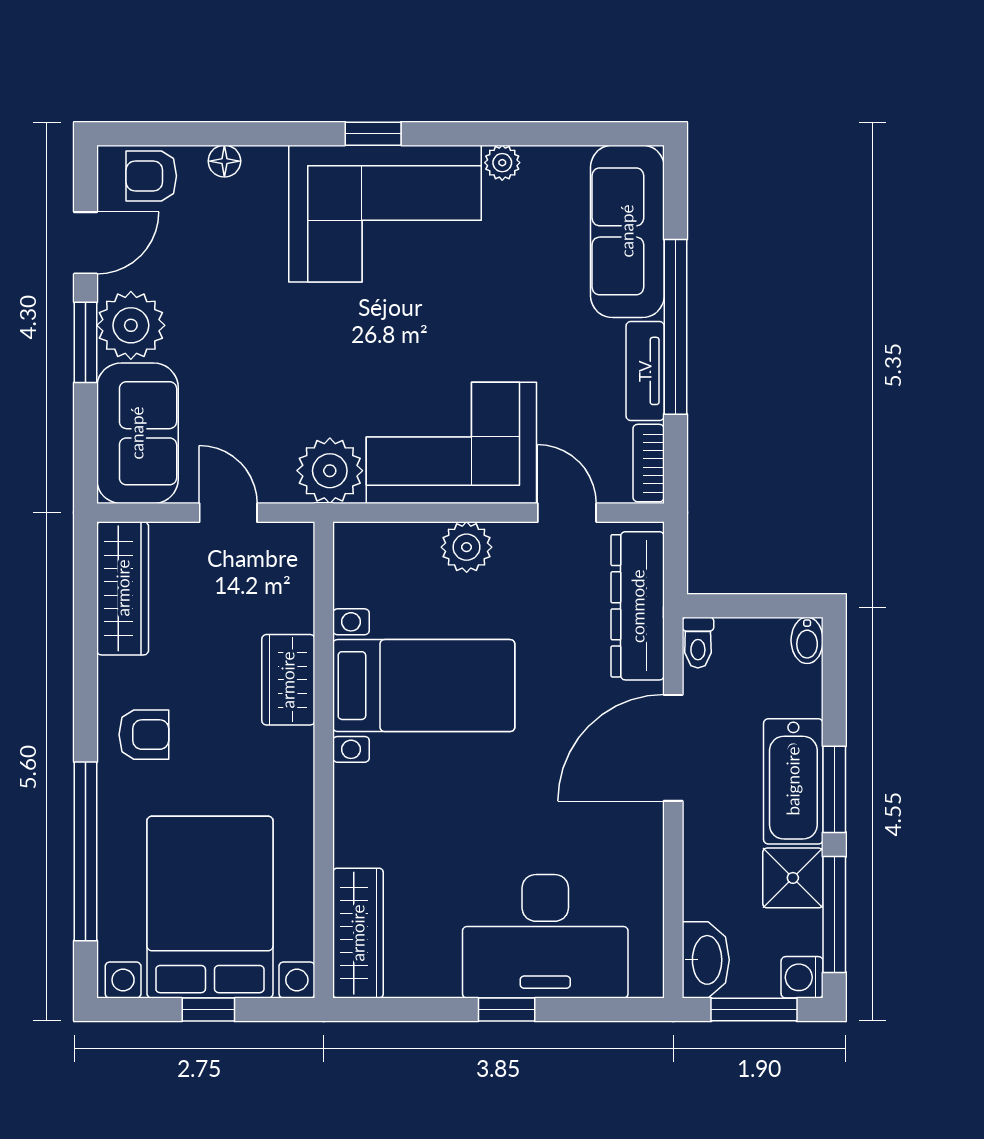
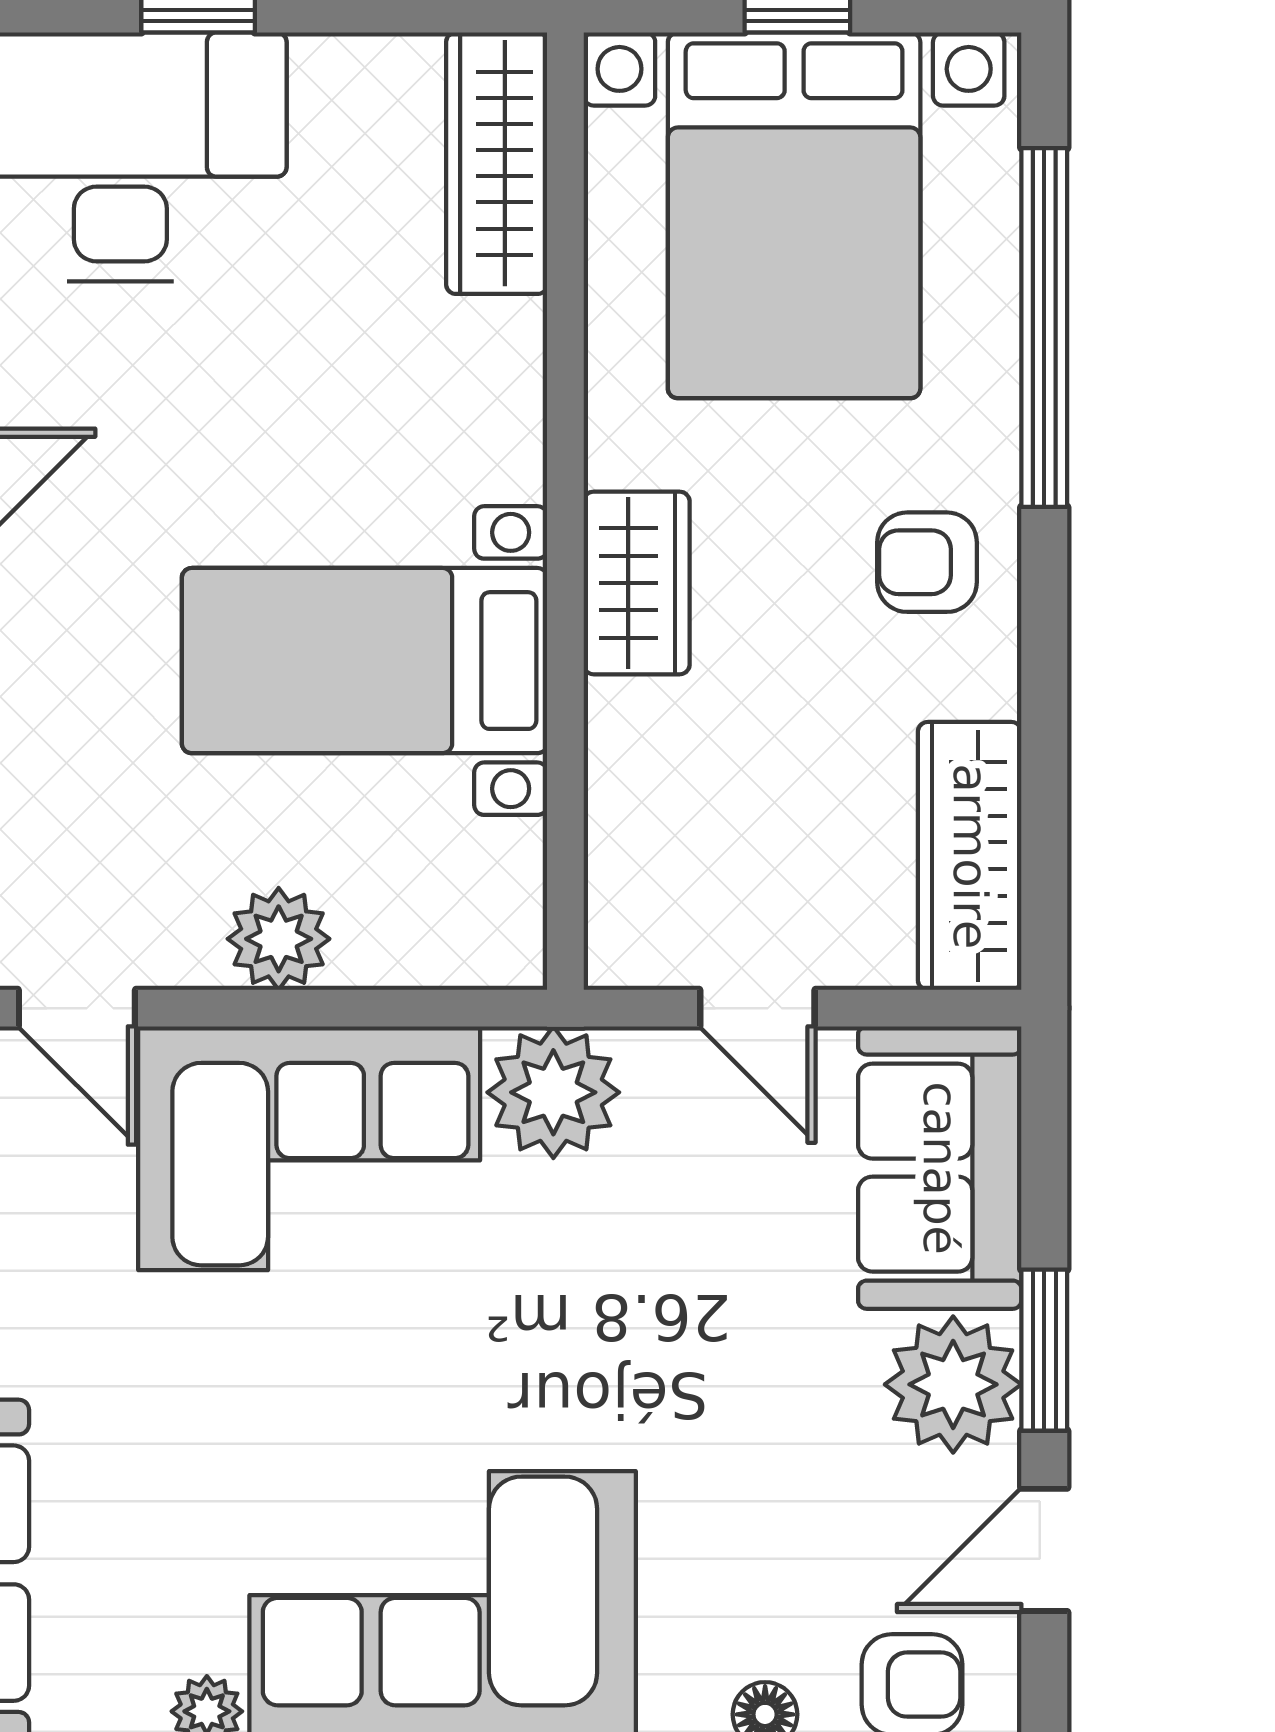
wardrobe: (288, 680) -> (637, 583), moved

